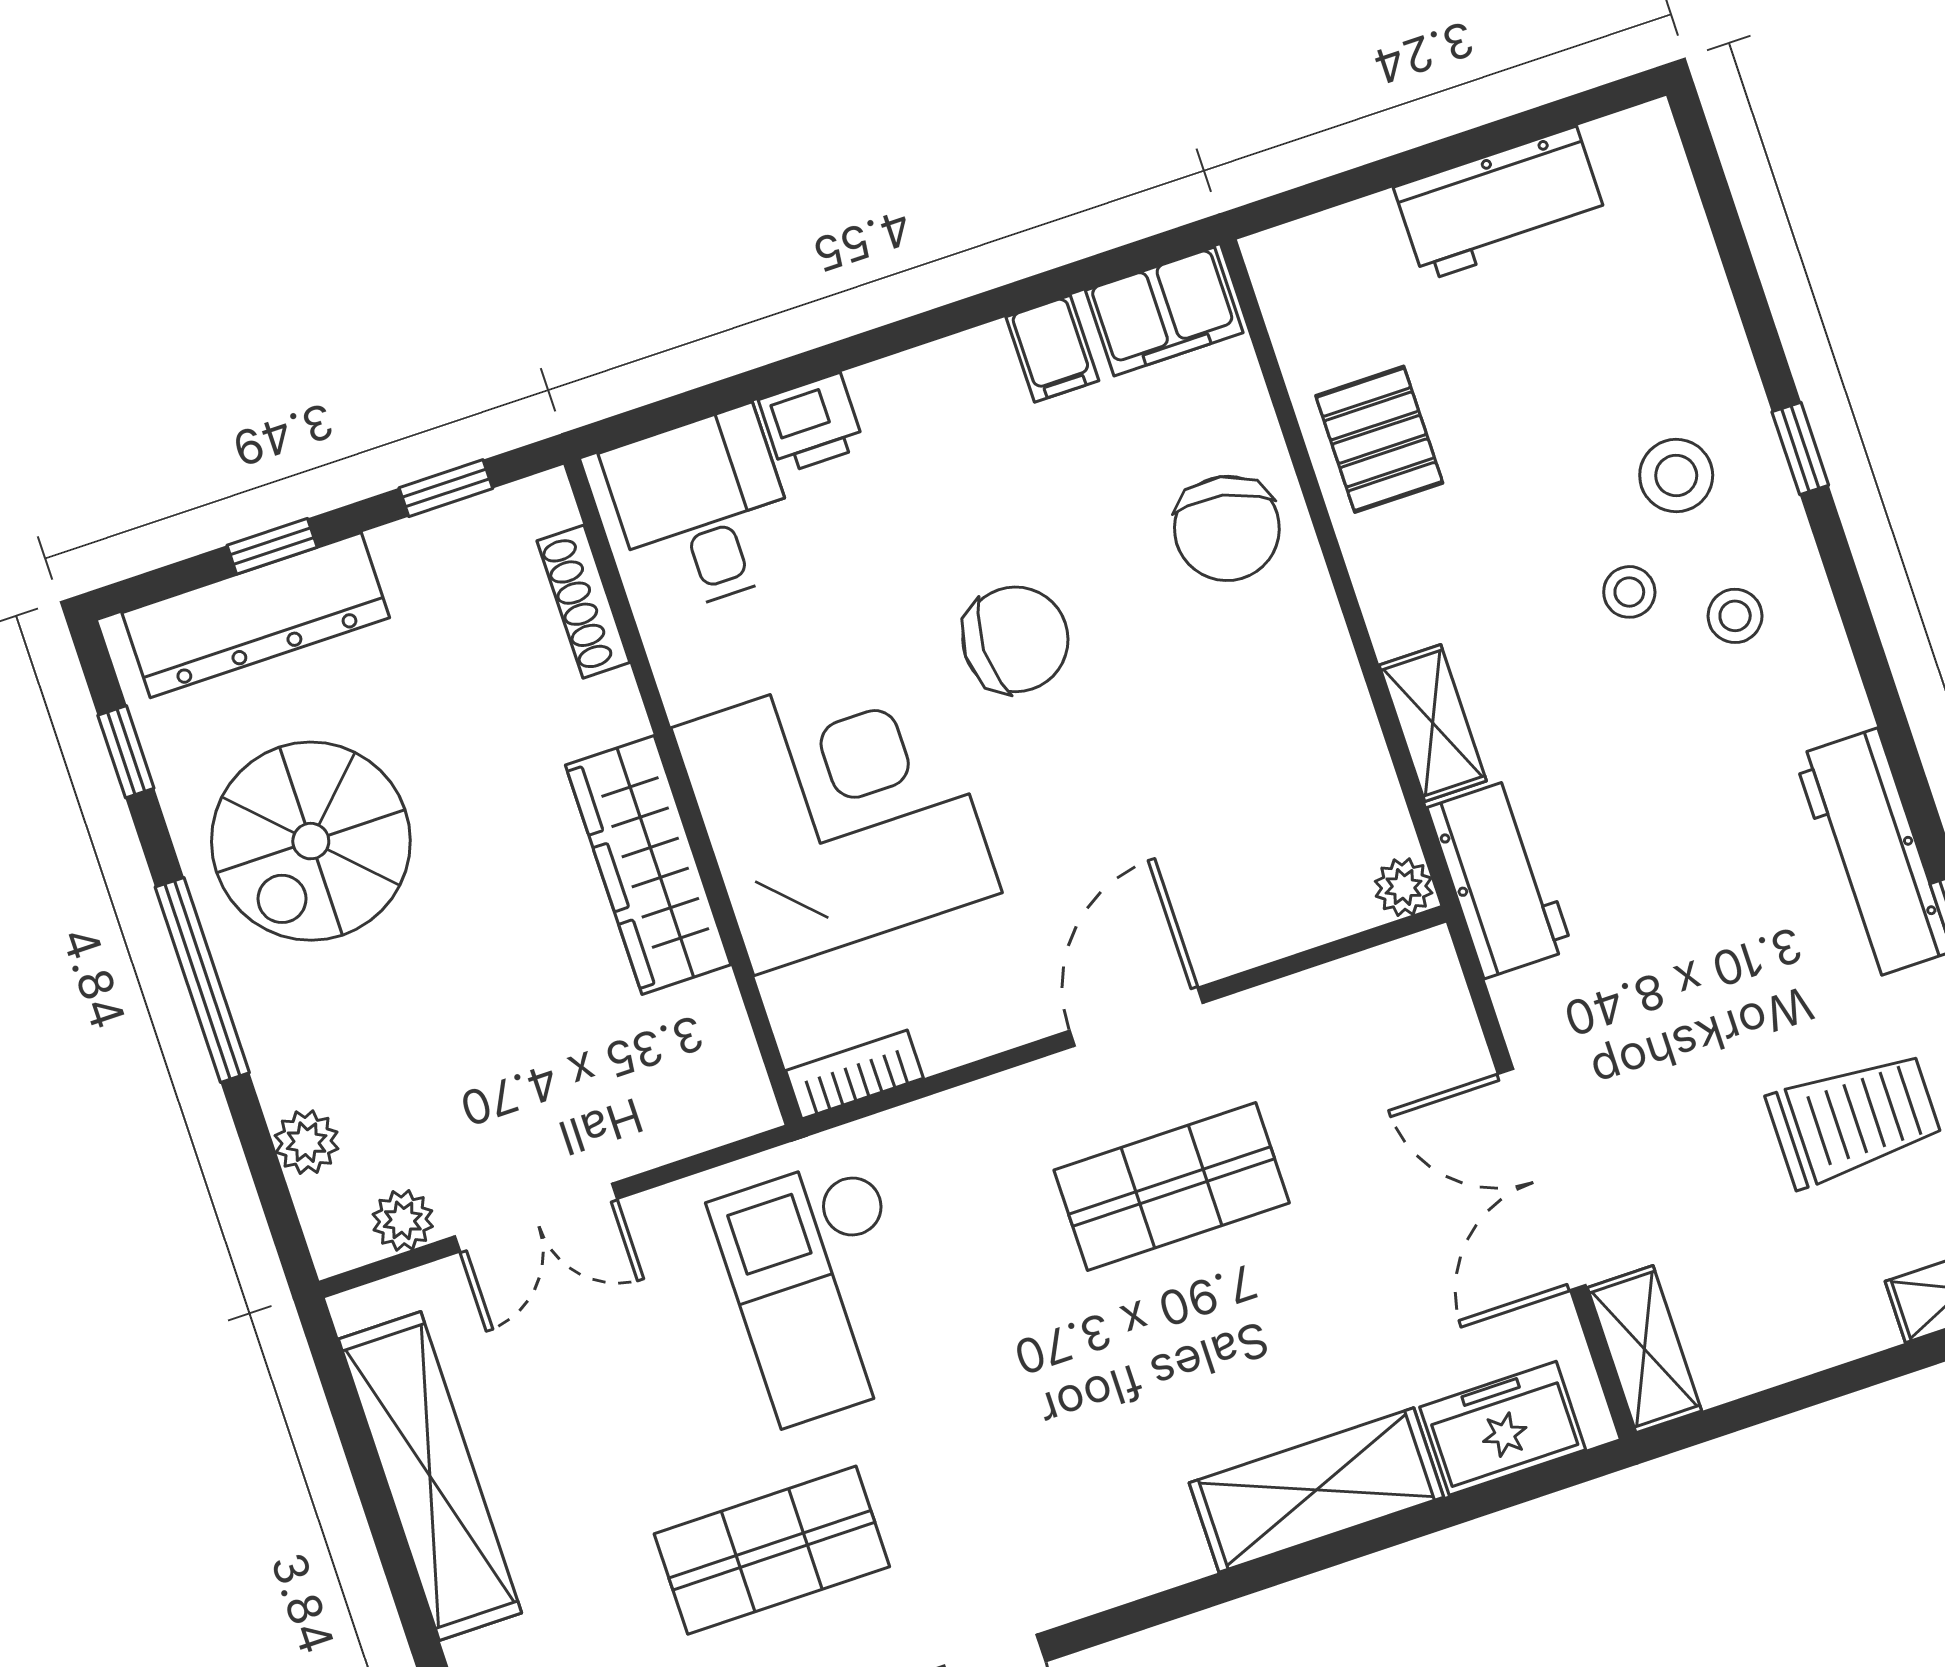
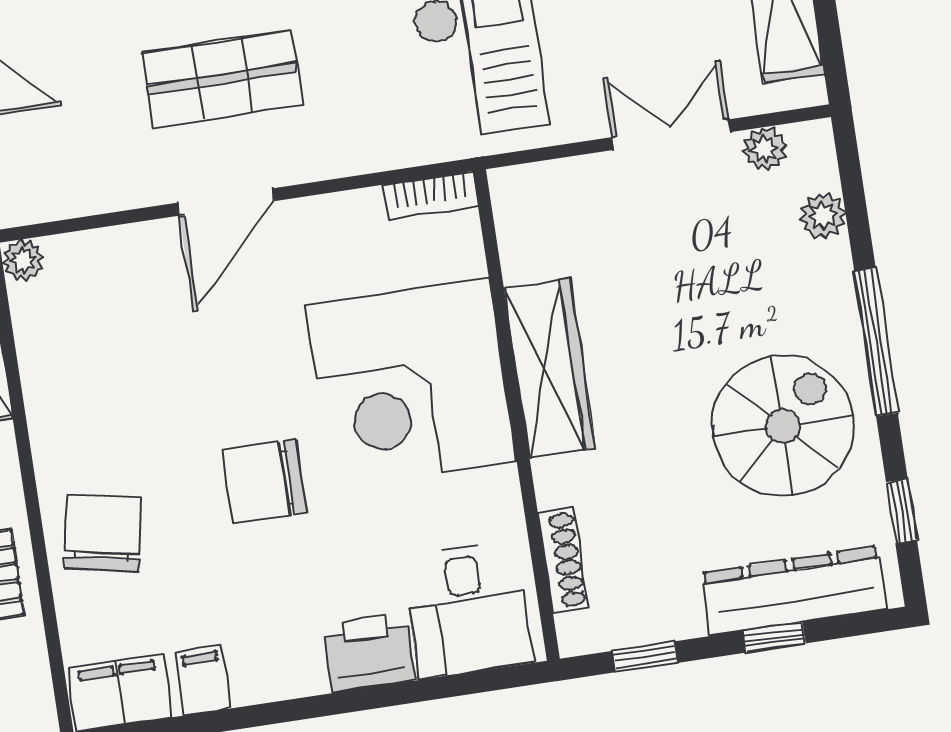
printer: (812, 423) -> (369, 653), width x1.36, depth x1.24

